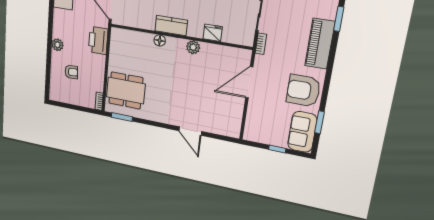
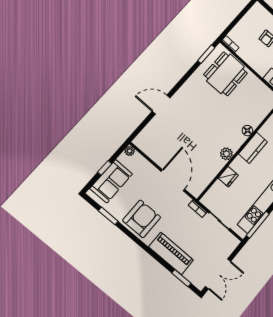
sofa: (302, 132) -> (111, 181), moved, turned 90
plant: (248, 136) -> (130, 151), added

